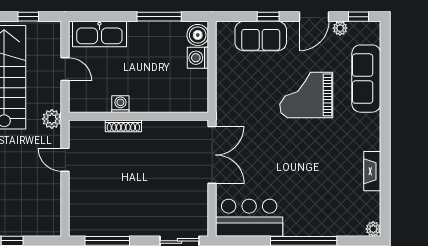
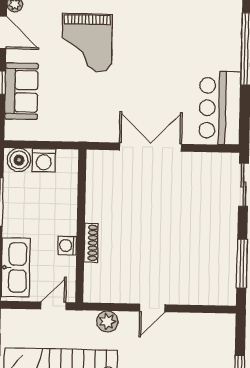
washing machine: (120, 104) -> (67, 246), moved
wall: (139, 116) -> (81, 226), moved
shoe rack: (123, 126) -> (91, 243), moved

